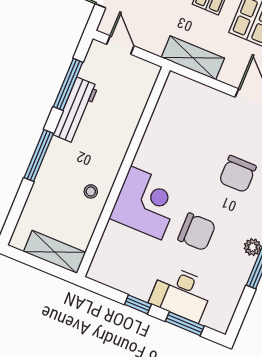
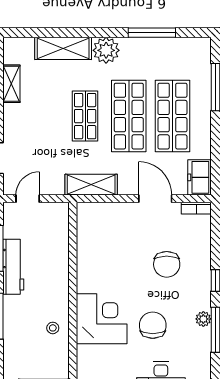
door: (120, 45) -> (28, 199), hinge flipped
chair: (197, 232) -> (153, 325), turned -90

